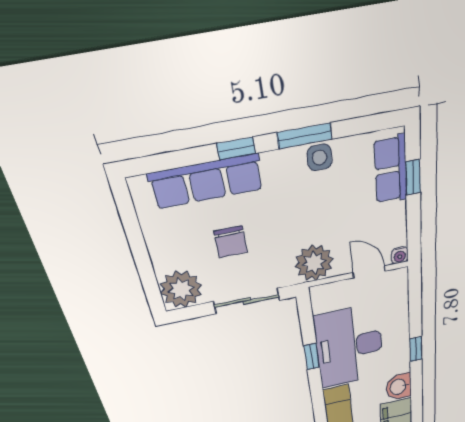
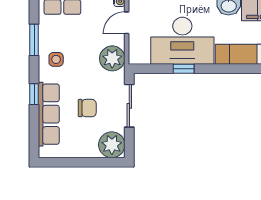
window: (305, 136) -> (34, 40), moved
side table: (320, 157) -> (56, 59), moved

